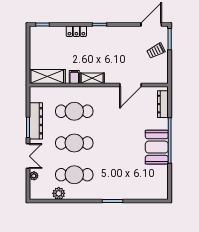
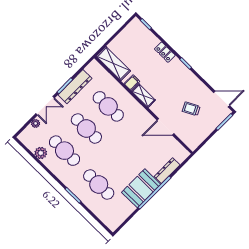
trolley: (156, 51) -> (191, 109), moved
dresser: (163, 104) -> (167, 171), moved
cafe table: (123, 175) -> (99, 184), added

